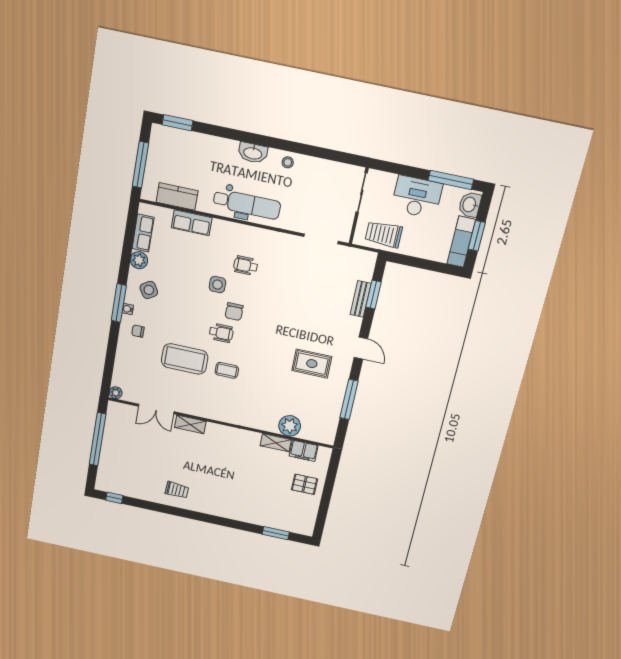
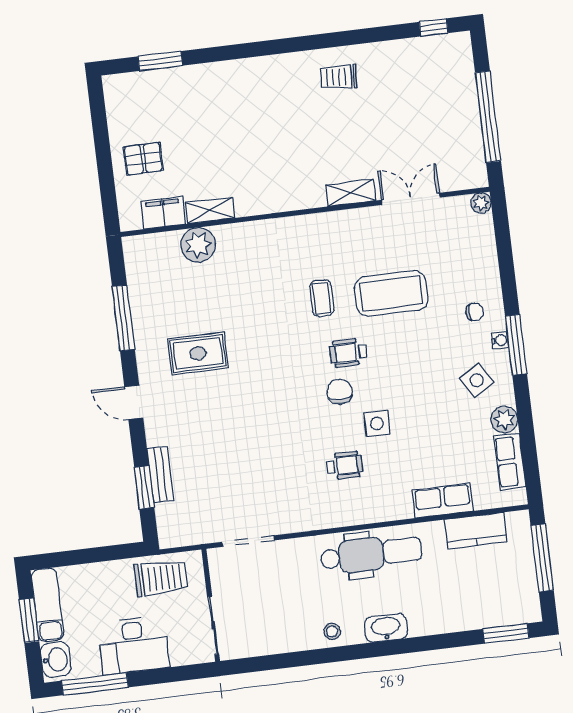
dental chair: (247, 204) -> (371, 554), turned 180
coffee table: (227, 370) -> (322, 298), turned 90

